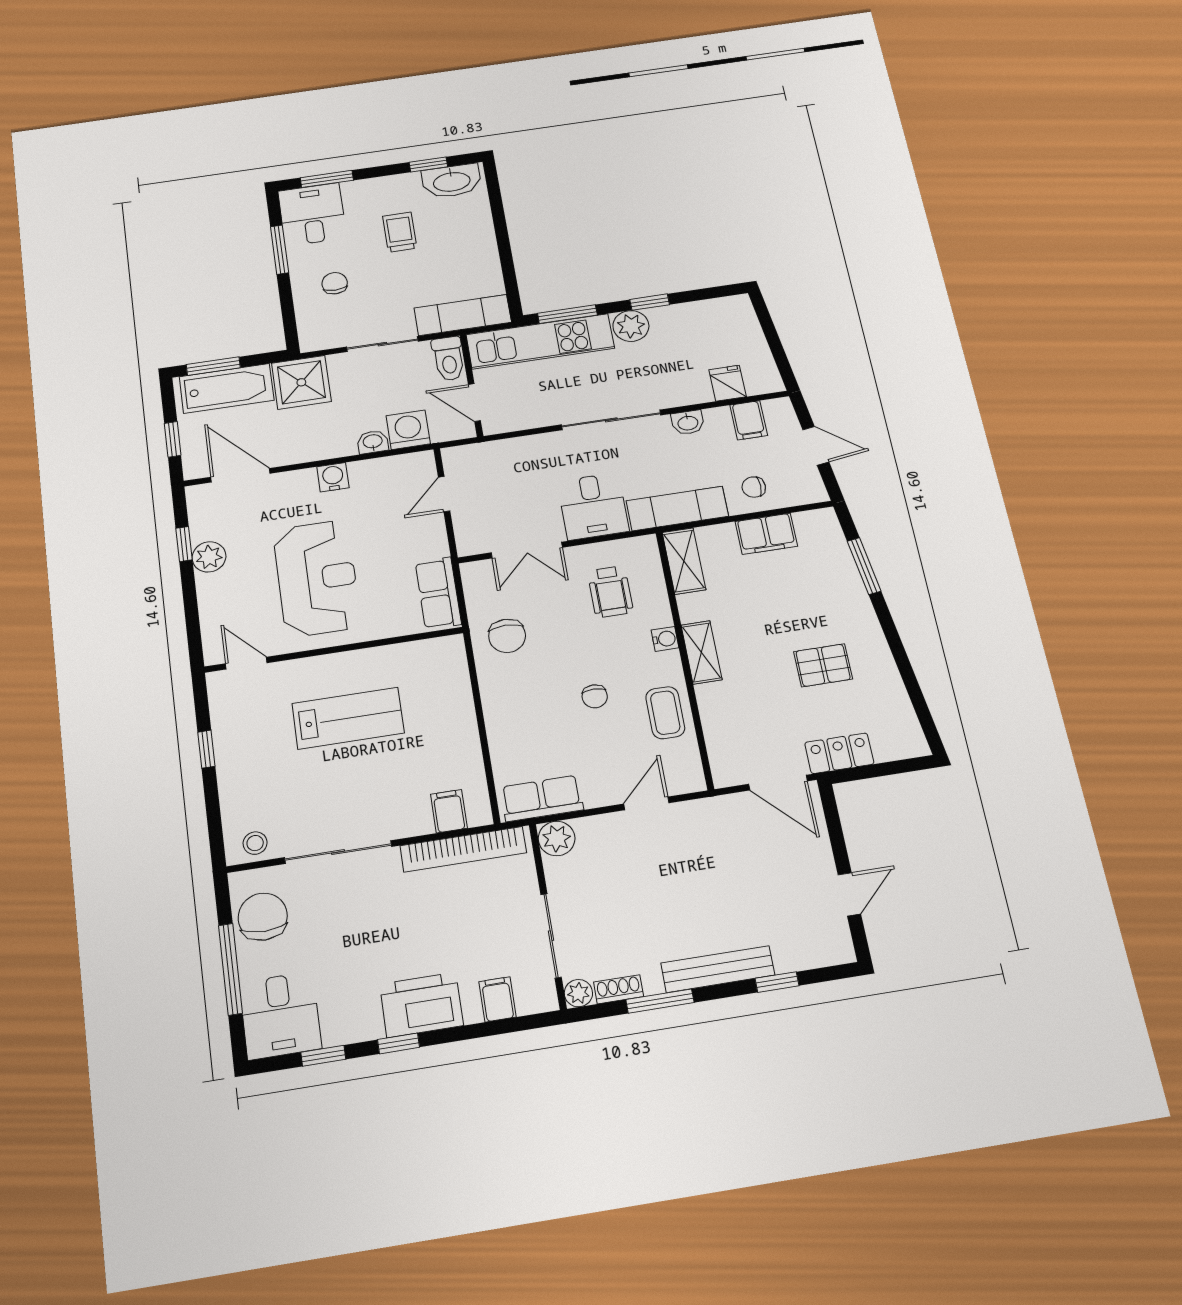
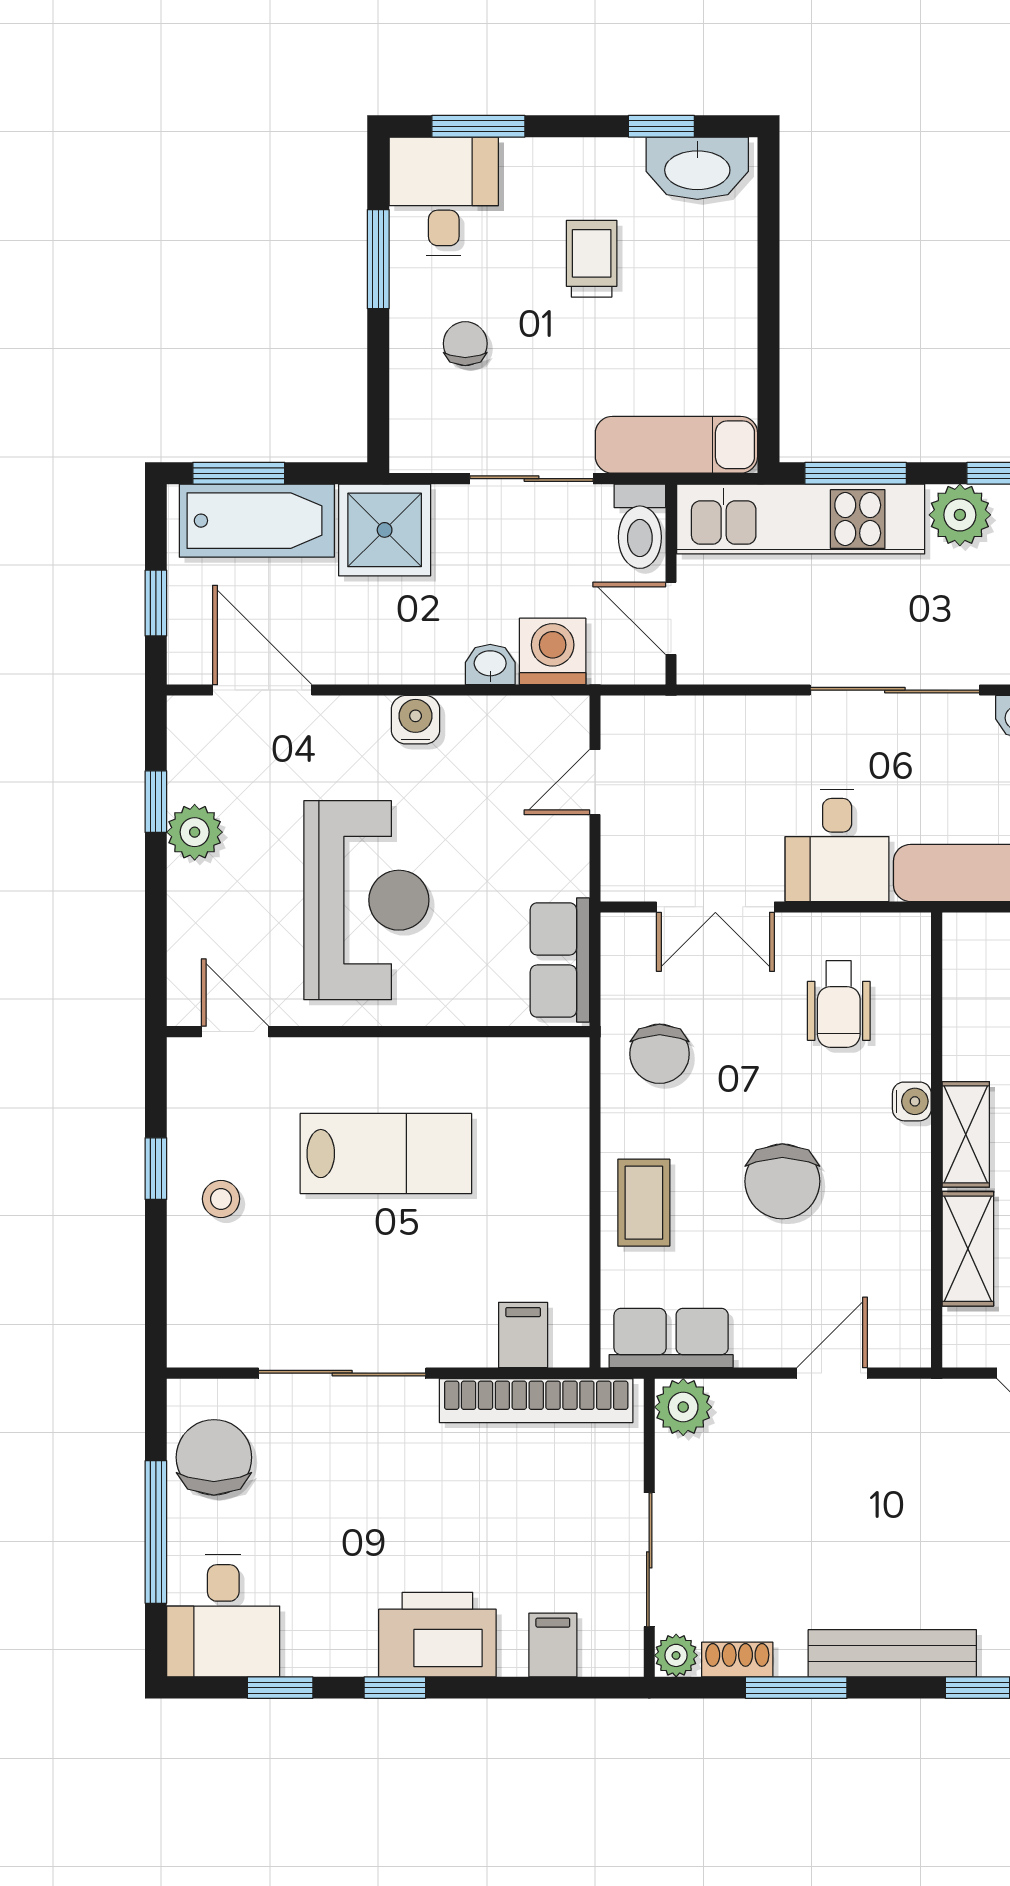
shelving: (684, 561) -> (968, 1249), moved
chair: (595, 696) -> (782, 1181), width x1.87, depth x1.87
coffee table: (665, 713) -> (644, 1203), moved
stool: (255, 843) -> (221, 1199), moved

